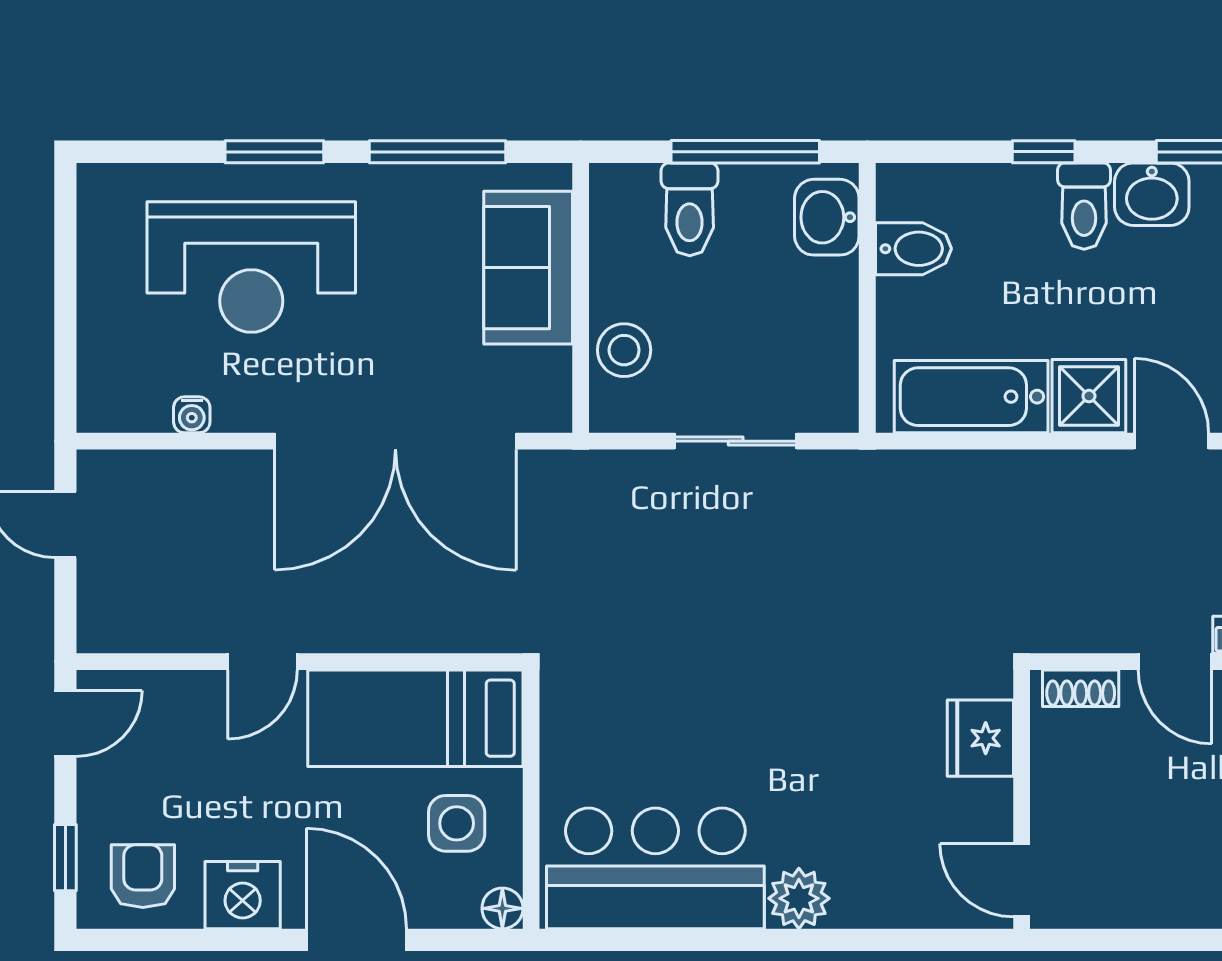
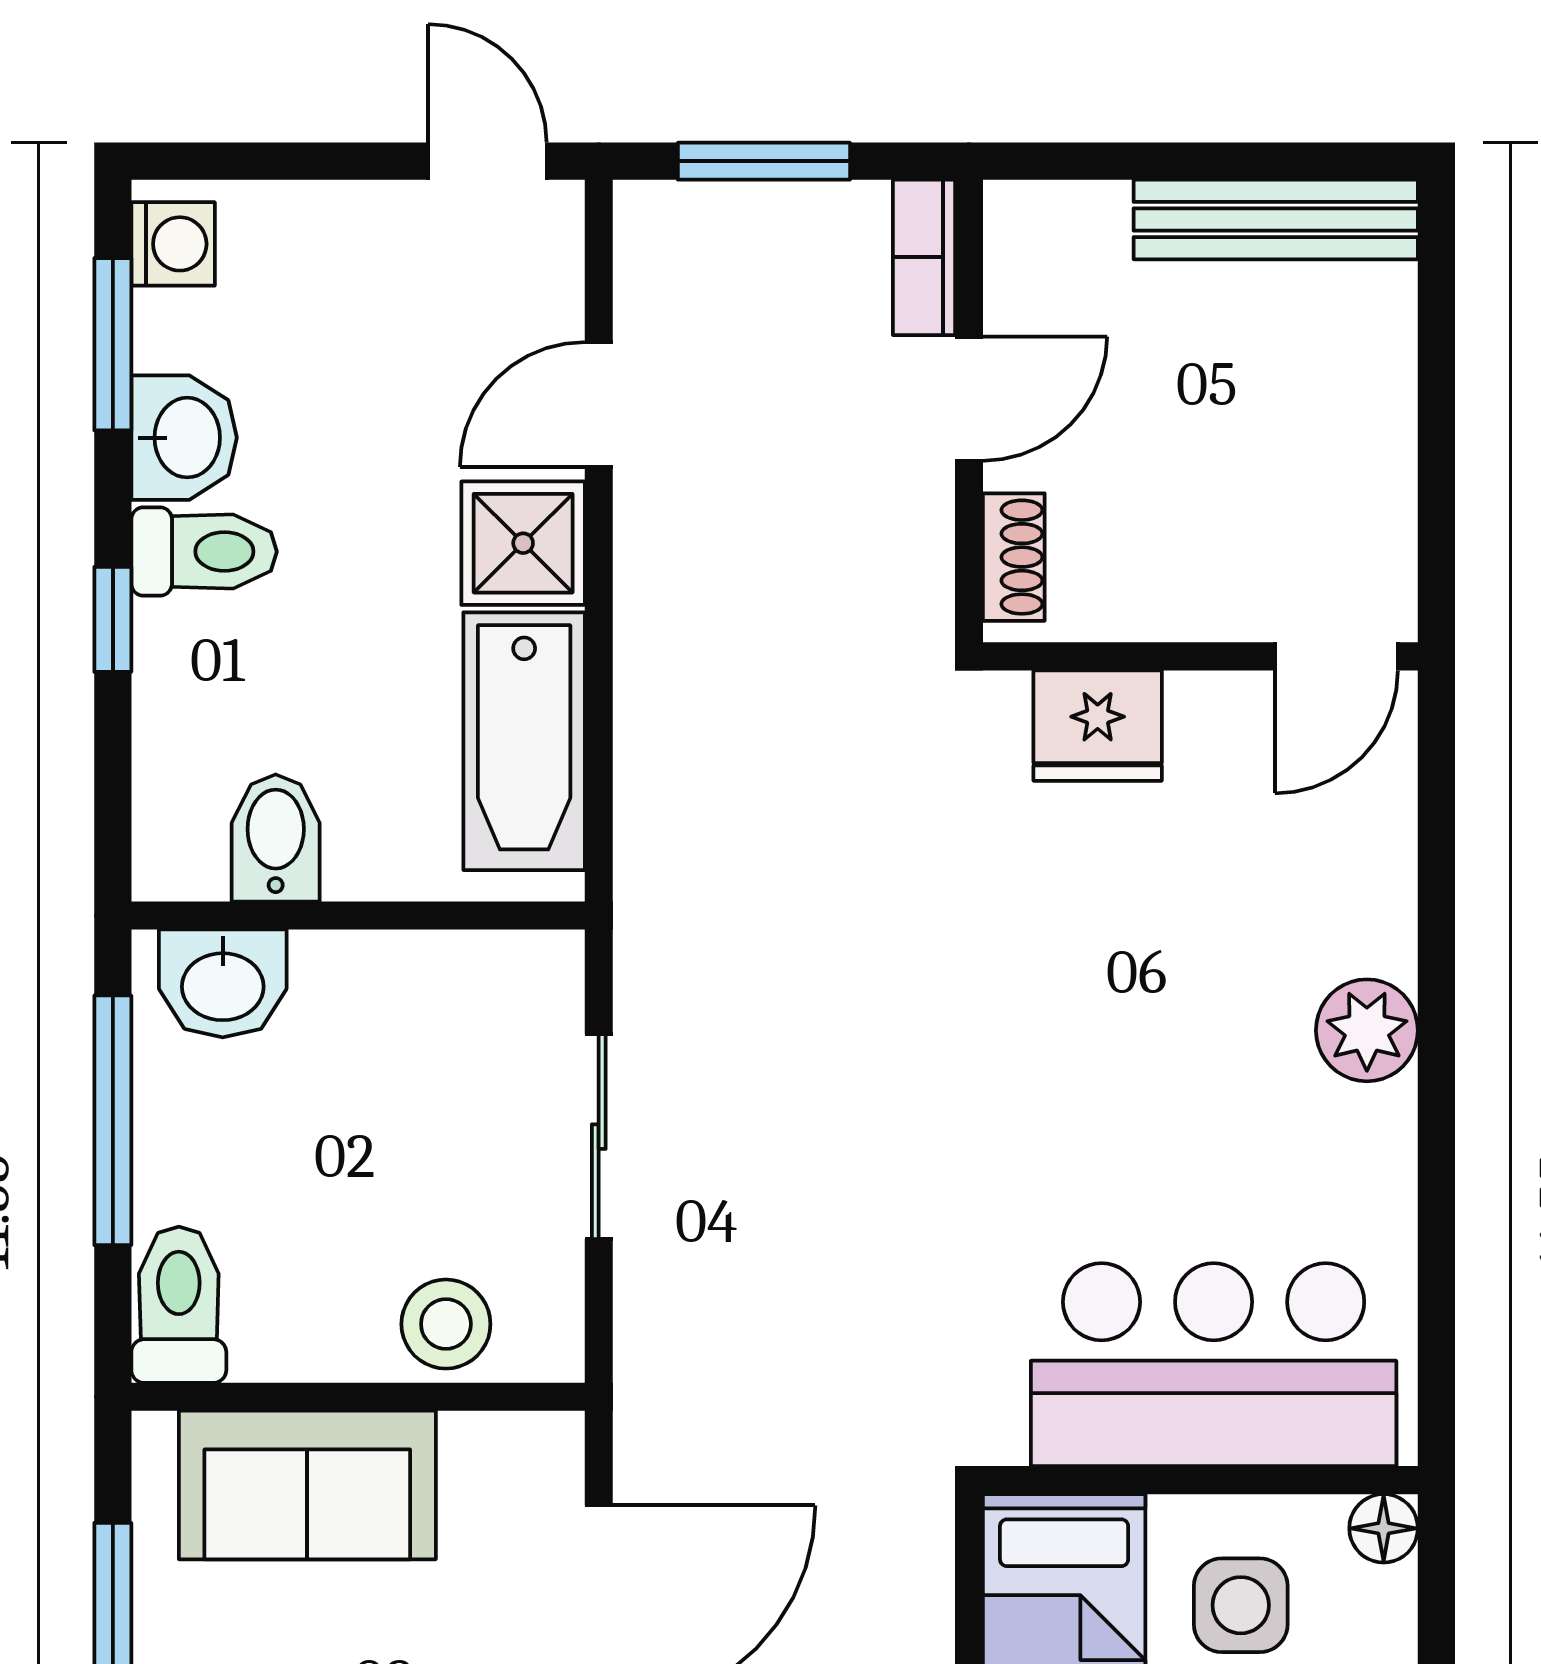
toilet: (690, 209) -> (179, 1305), moved, turned -90
bar counter: (655, 868) -> (1214, 1365), moved, turned 90

